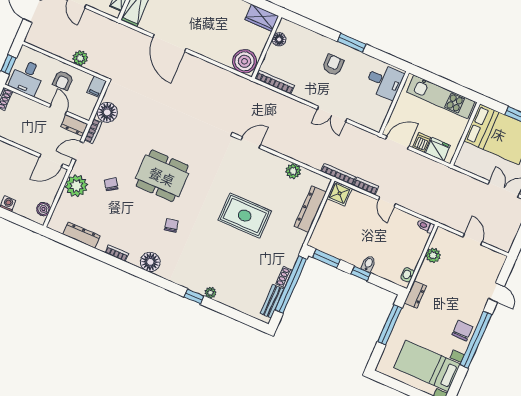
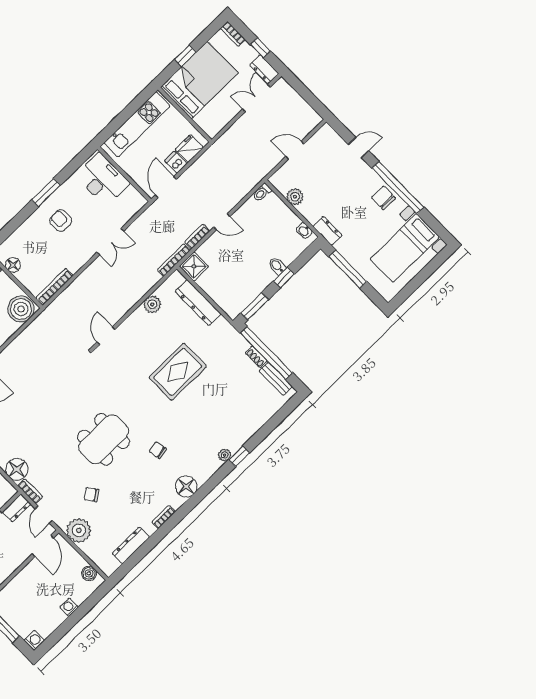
desk: (384, 81) -> (103, 179), width x1.37
plant: (210, 293) -> (225, 455), moved

